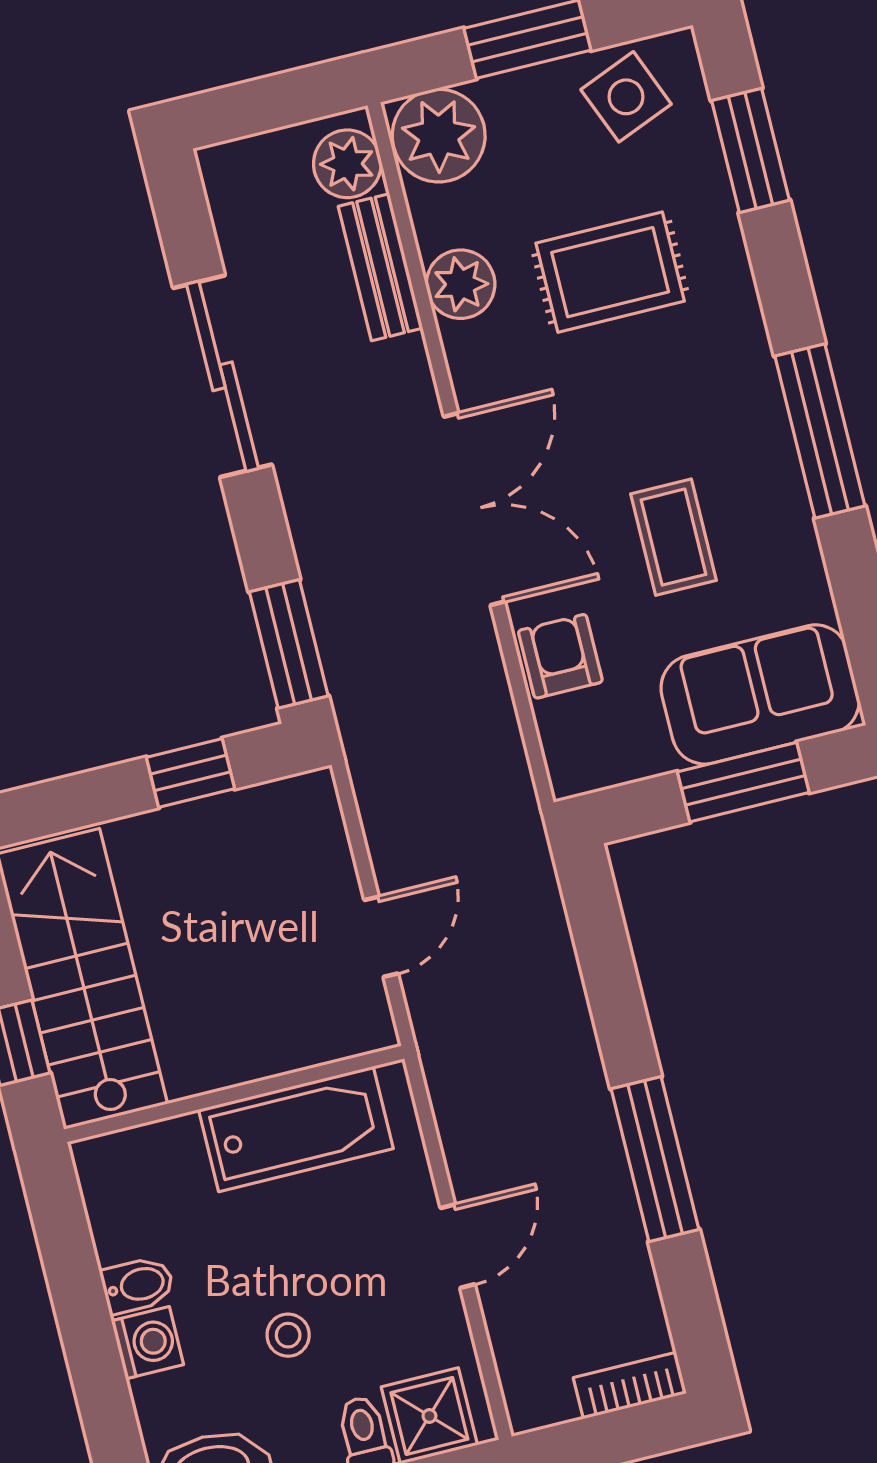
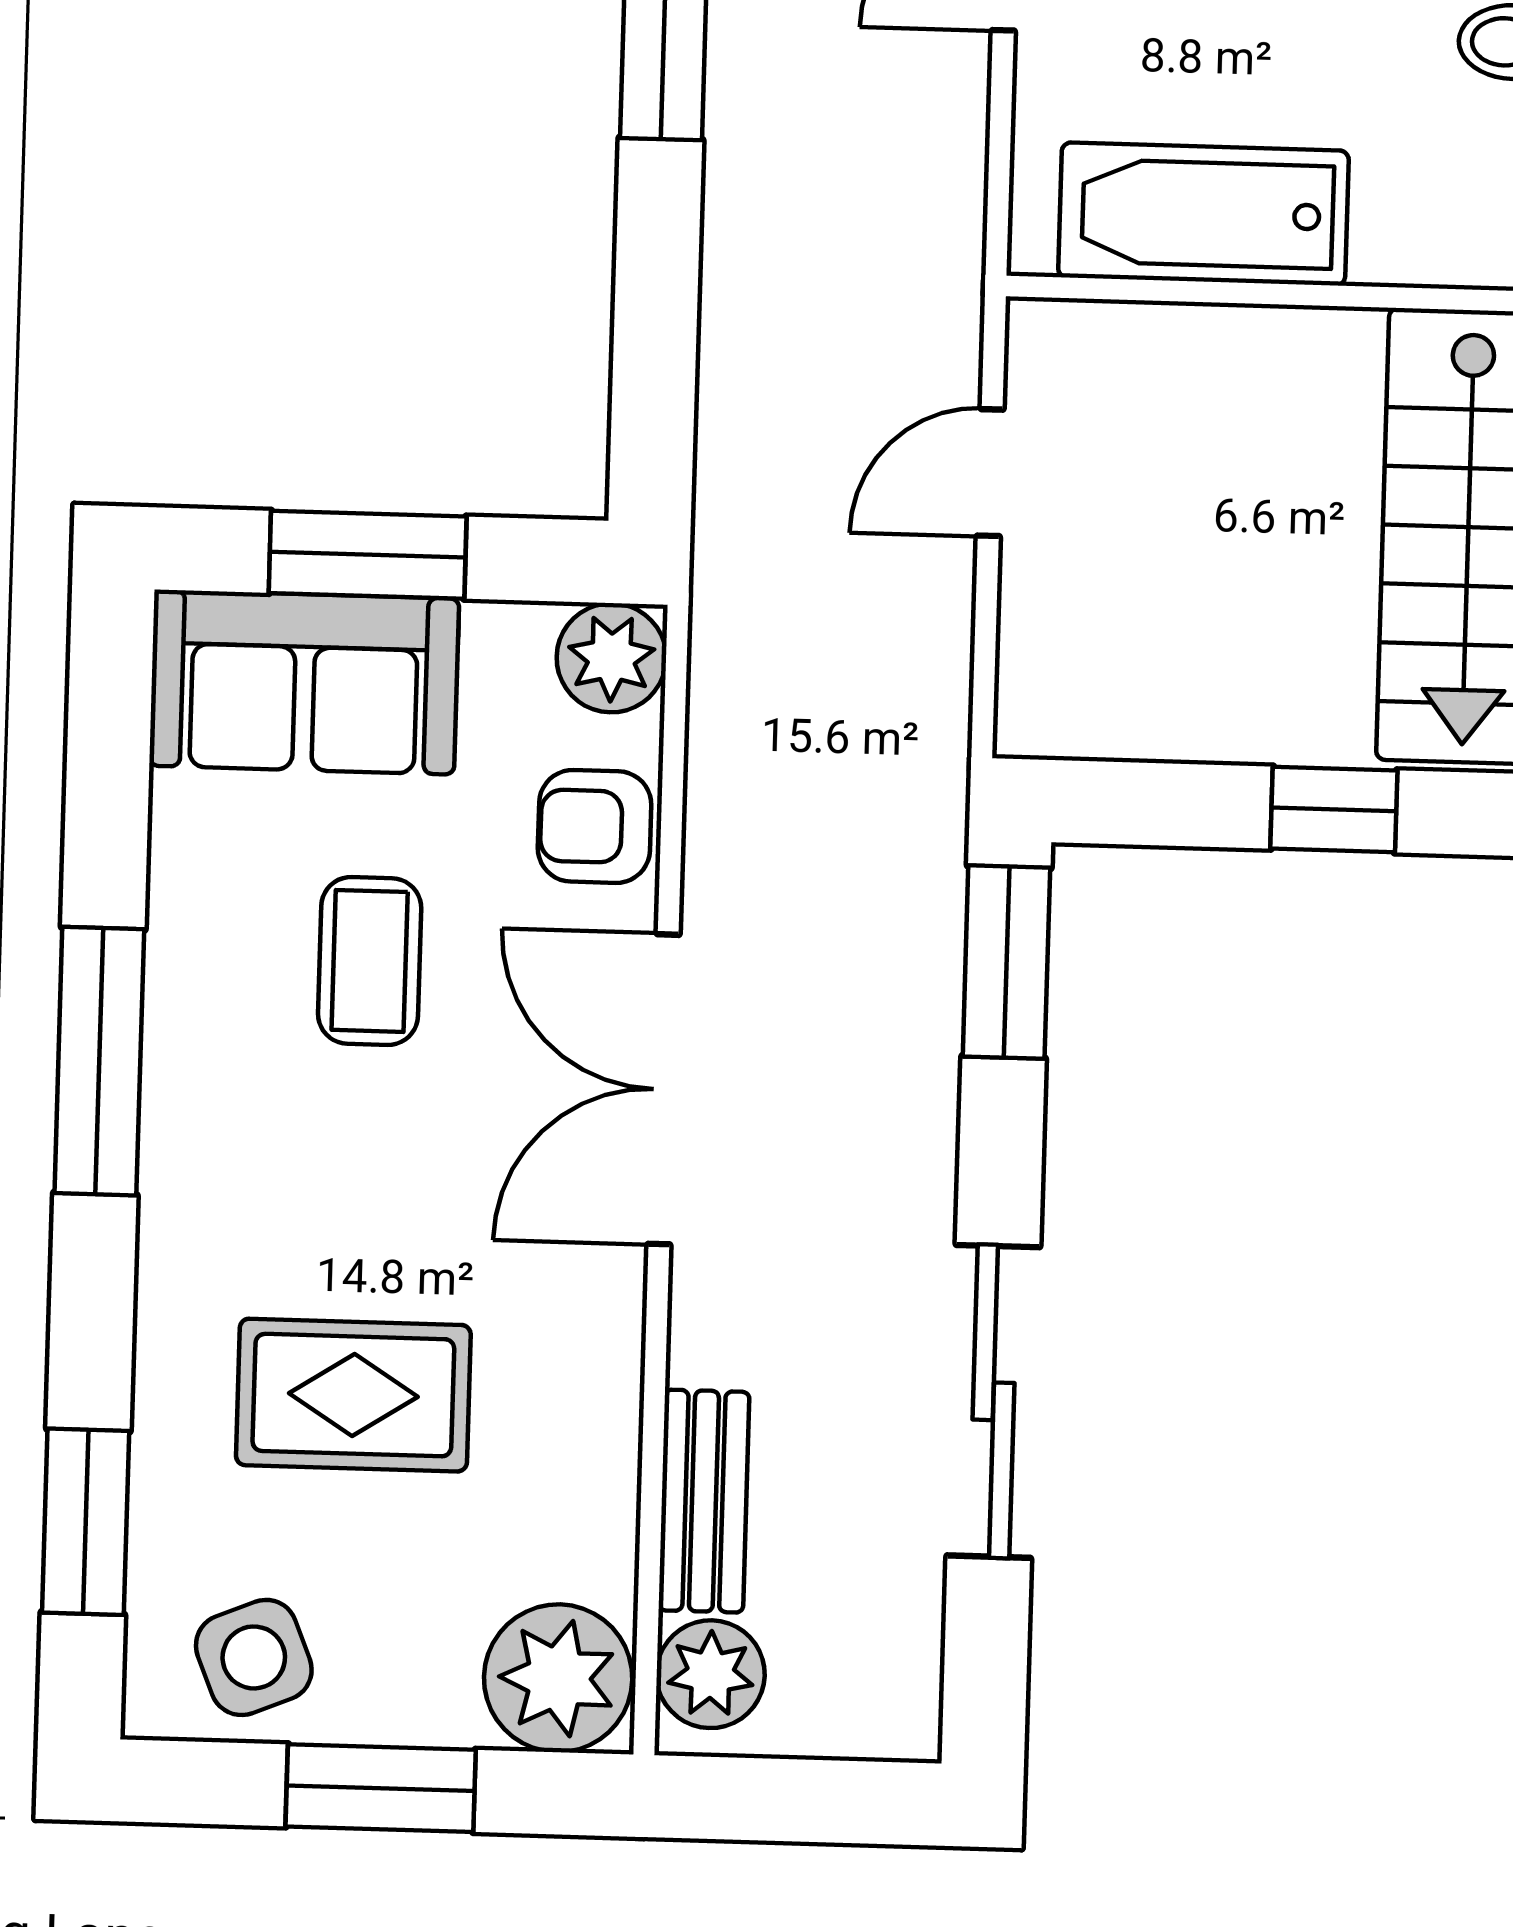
plant: (461, 284) -> (611, 658), moved
armchair: (560, 656) -> (595, 826), turned 90
window: (190, 773) -> (1334, 809), moved

